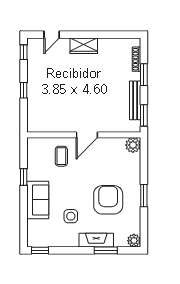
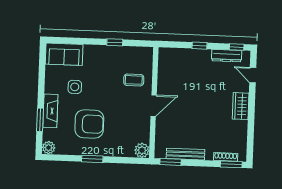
dresser: (33, 62) -> (227, 56), added
window: (144, 75) -> (231, 164), moved
door: (87, 135) -> (154, 106), swing flipped
sofa: (38, 200) -> (64, 54), moved
window: (40, 250) -> (42, 55), removed

